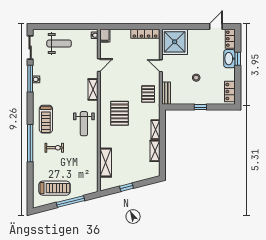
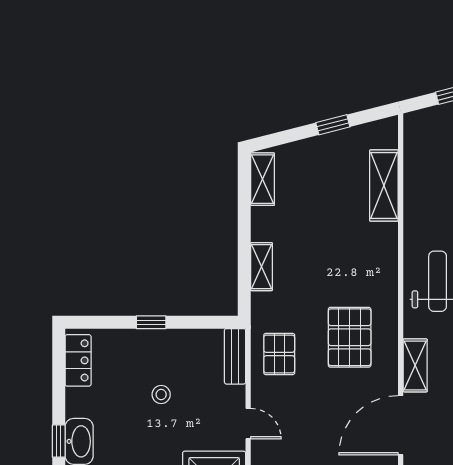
door: (99, 65) -> (401, 425), width x1.88
pallet: (120, 113) -> (350, 337), moved
shelving: (155, 151) -> (263, 179), moved

